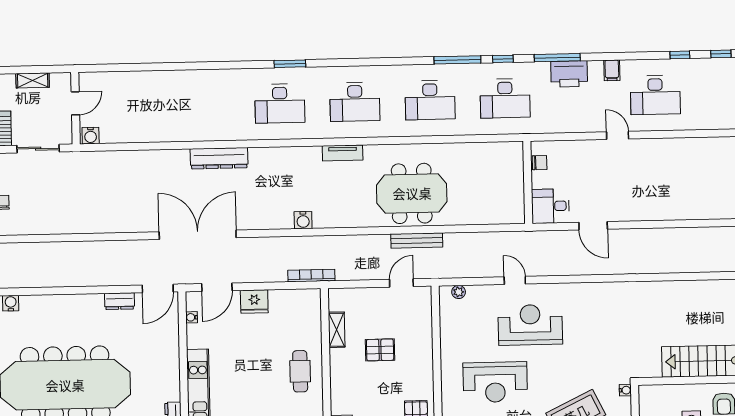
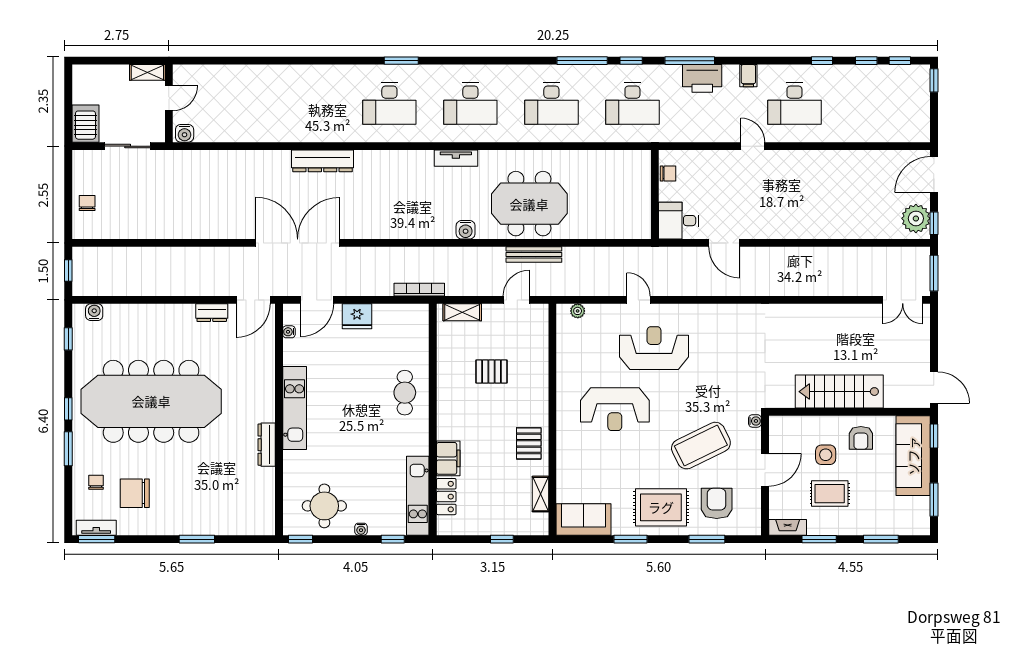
shelving: (33, 80) -> (147, 72), moved
water cooler: (303, 220) -> (466, 230), moved
shelving: (337, 330) -> (462, 312), moved, turned 90

